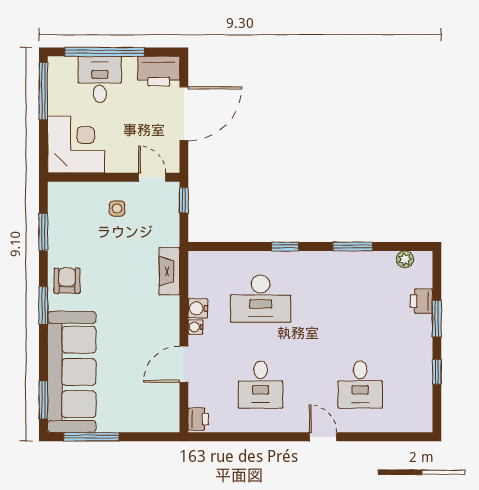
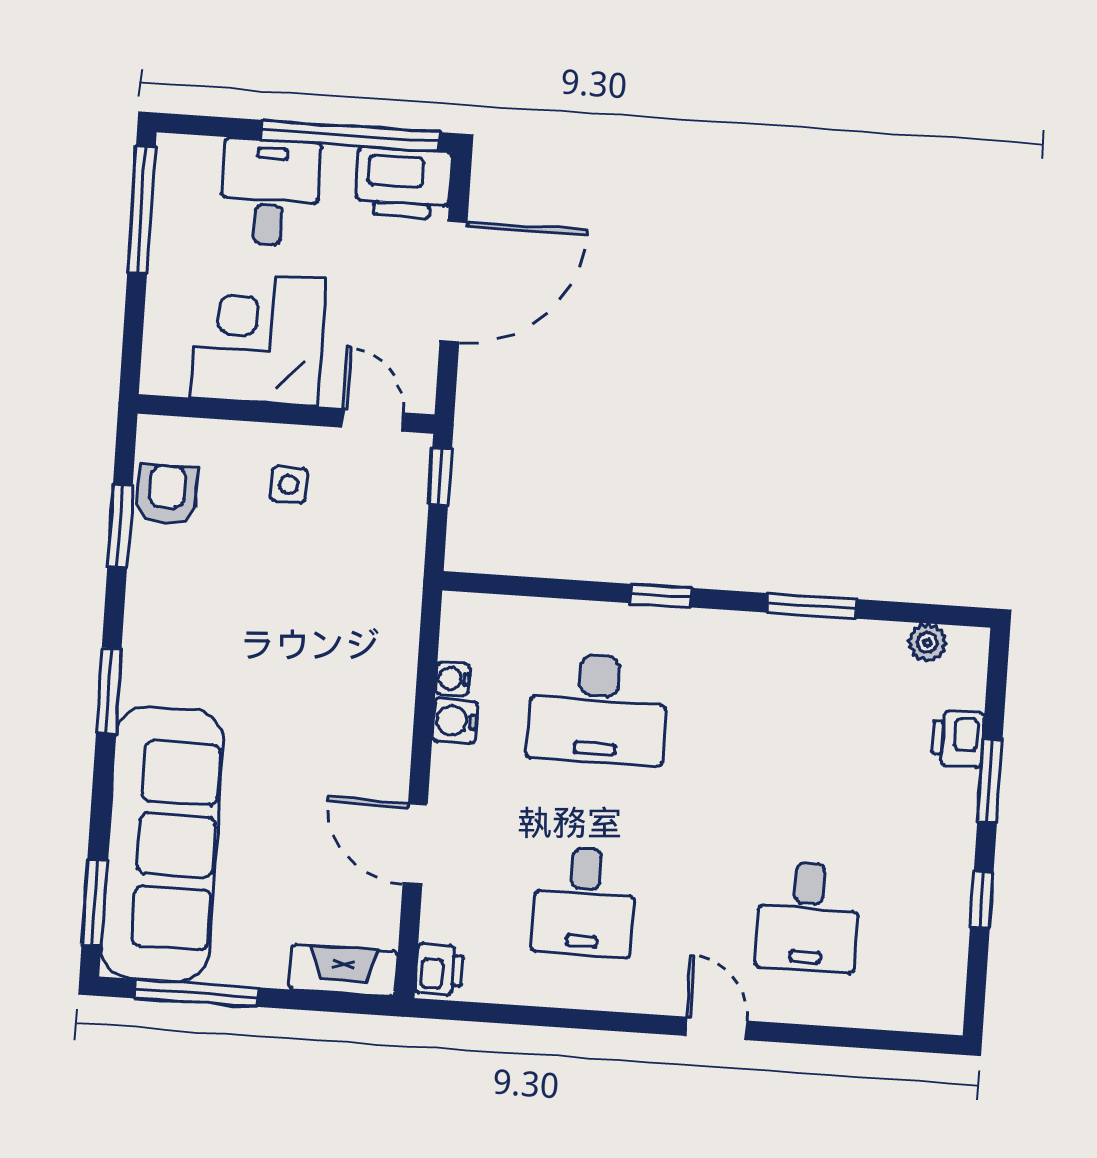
window: (105, 52) -> (350, 136), moved
corner desk: (76, 145) -> (258, 338), moved, turned -90
fireplace: (169, 271) -> (343, 970), moved, turned 90
armchair: (67, 281) -> (167, 495), moved
water cooler: (196, 327) -> (453, 679), moved
door: (184, 364) -> (415, 844), hinge flipped

